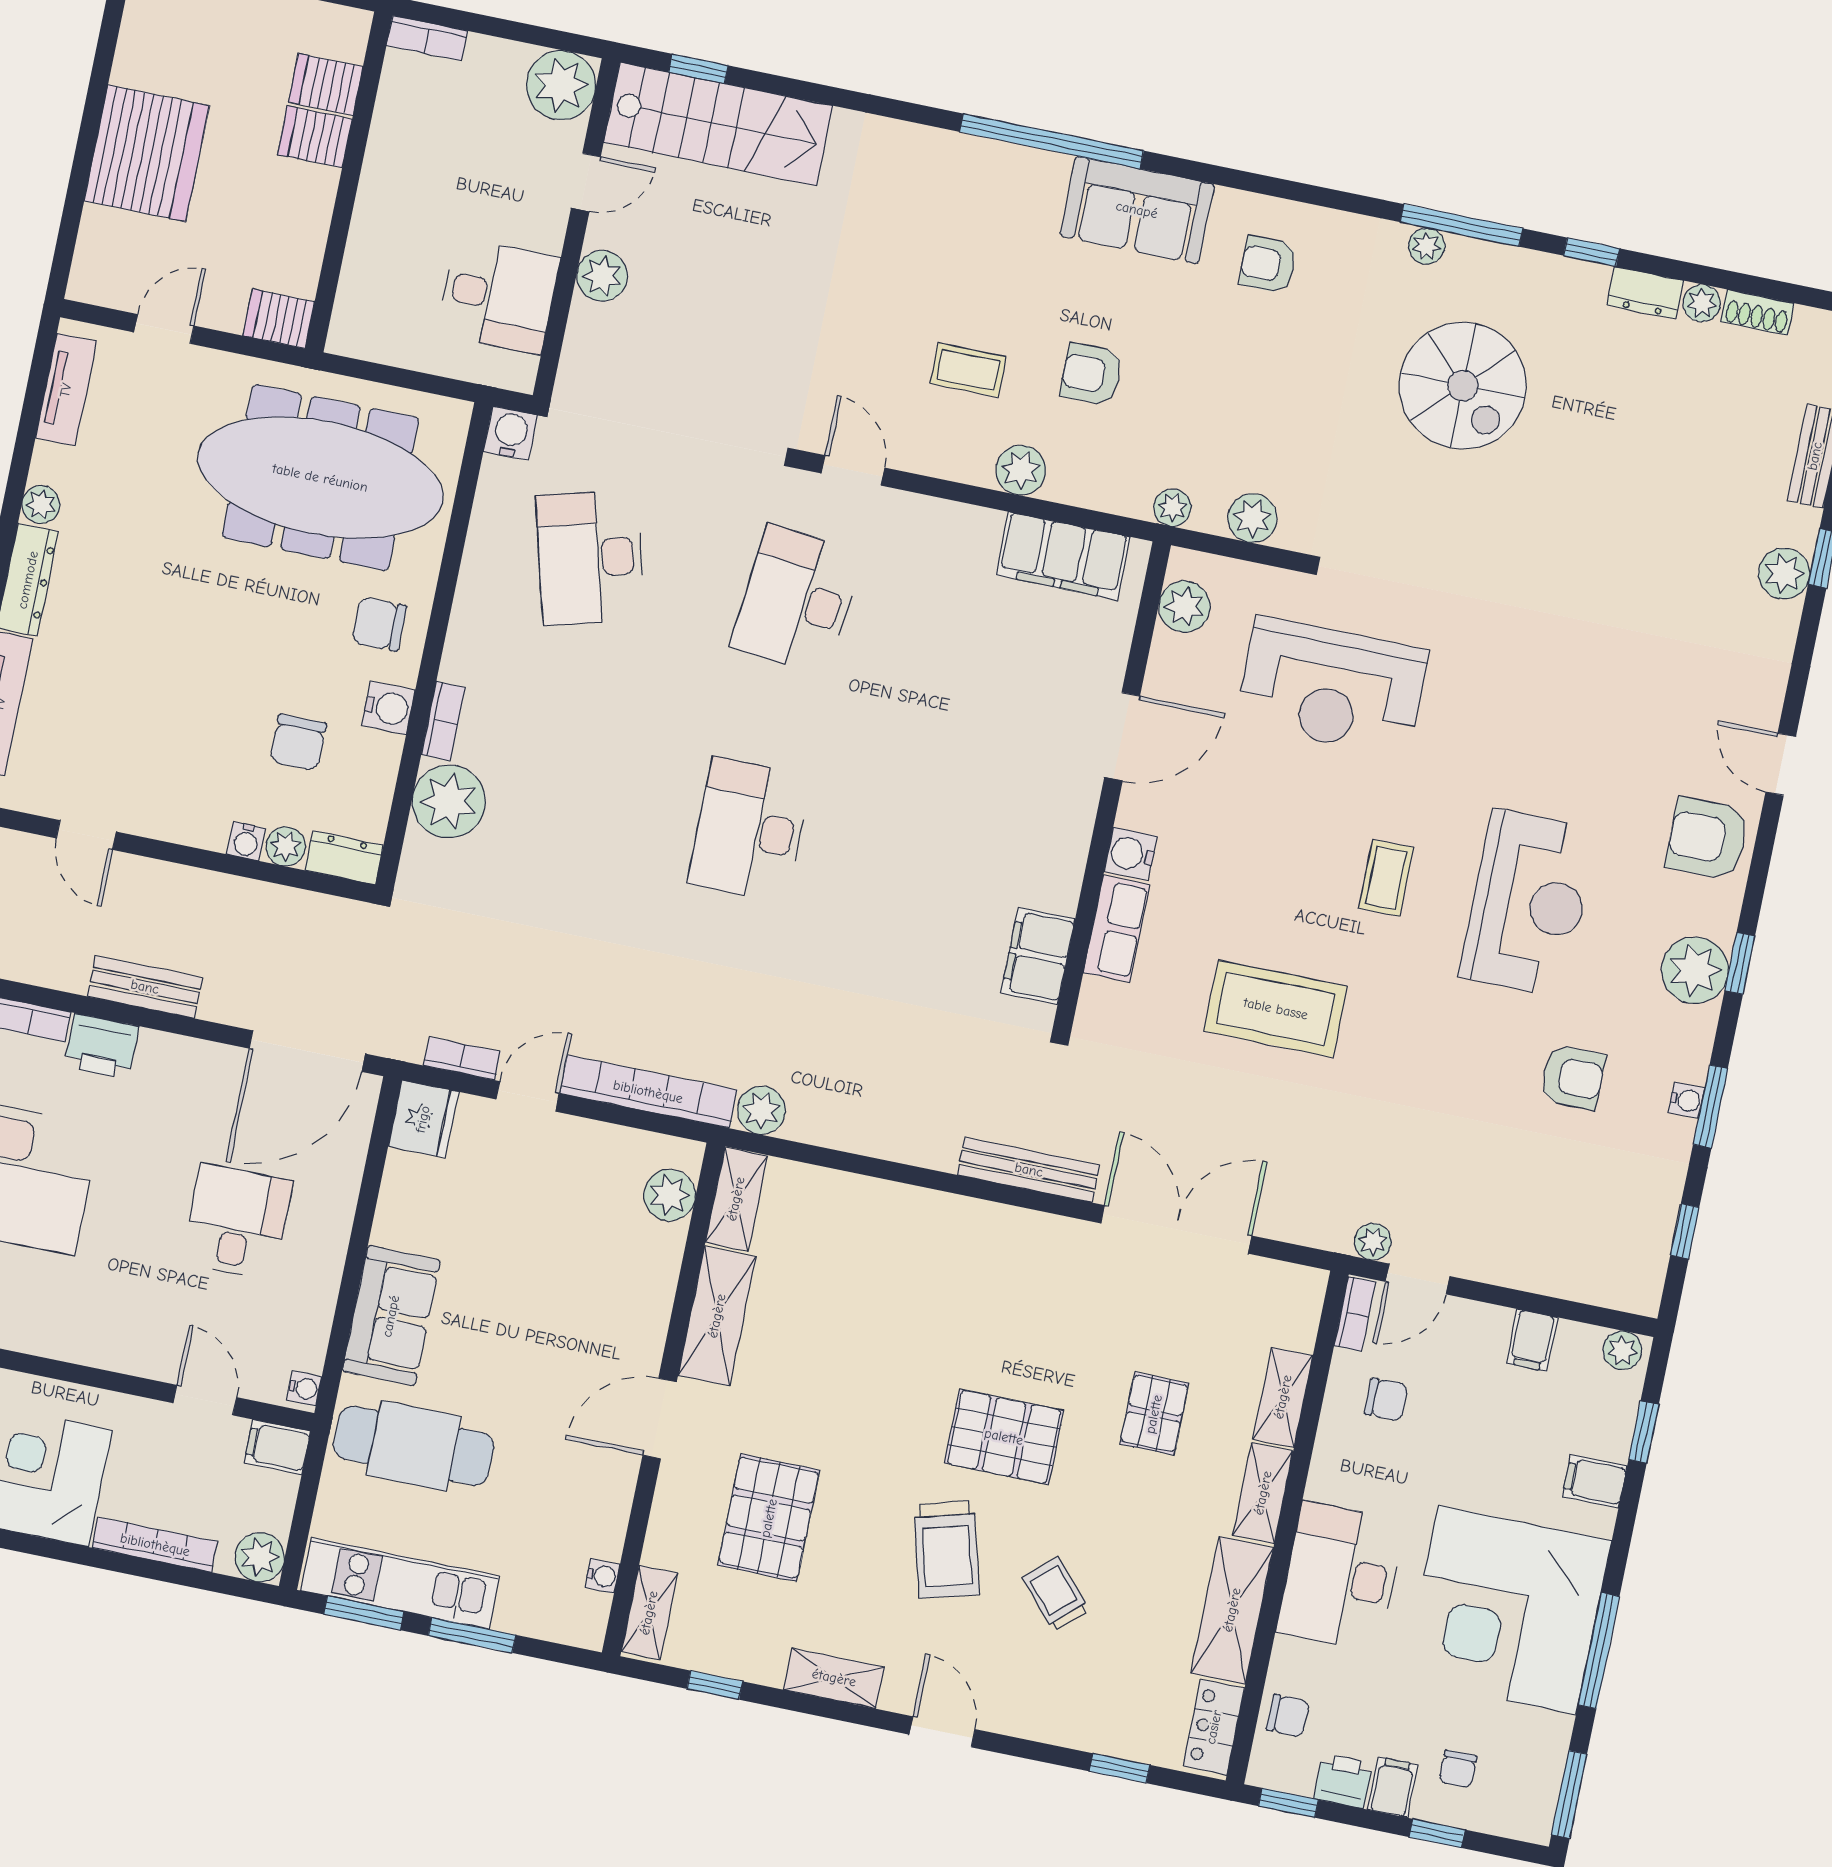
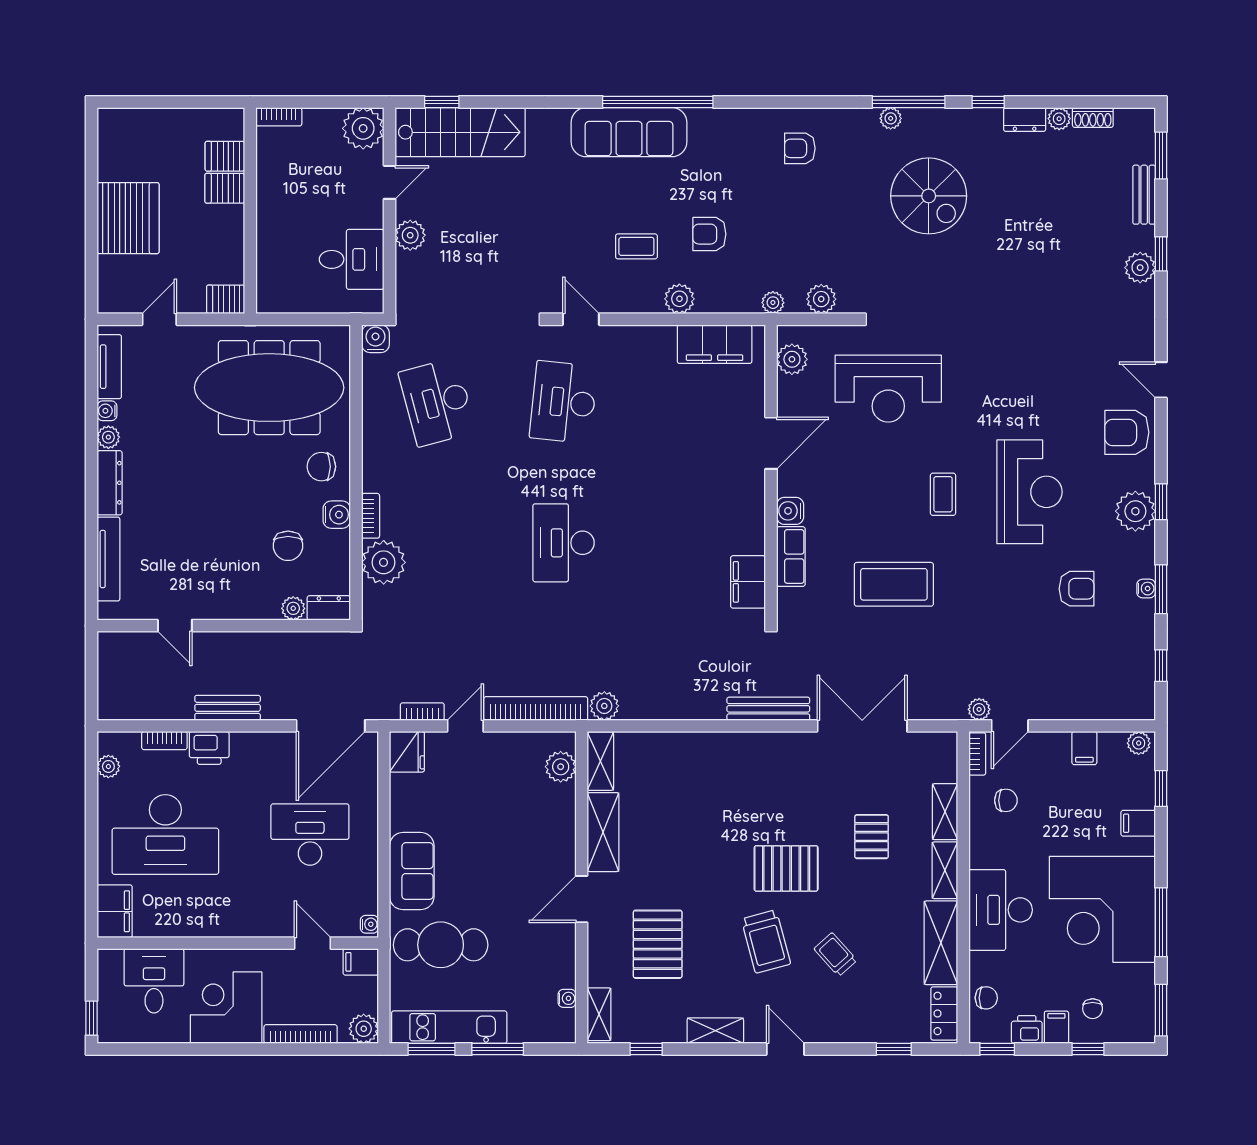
sofa: (1137, 210) -> (629, 132), moved, width x1.36
water cooler: (246, 841) -> (107, 411), moved, turned 90
desk: (237, 1222) -> (310, 835), width x1.37

